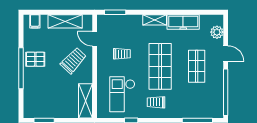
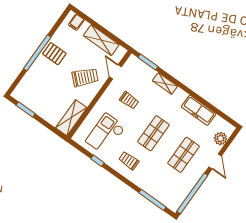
shelving: (155, 20) -> (165, 83), moved
shop shelf: (160, 66) -> (153, 133), width x0.70, depth x0.74

